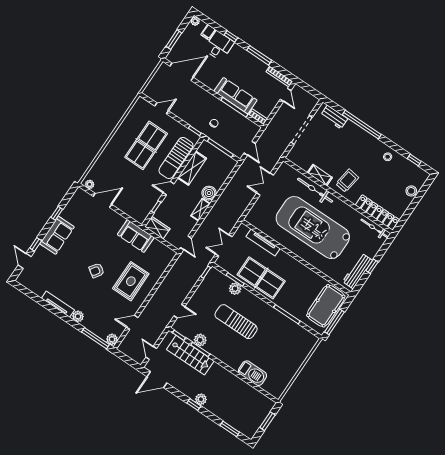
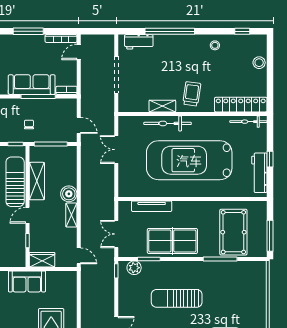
door: (286, 95) -> (79, 52), swing flipped
sun lounger: (176, 158) -> (15, 182), turned 180
plant: (235, 289) -> (134, 268), moved
pool table: (326, 306) -> (233, 232), moved

